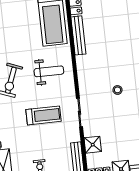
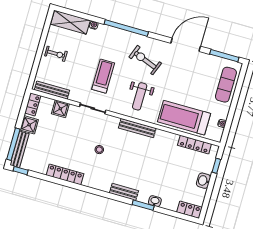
bench: (78, 35) -> (137, 128), moved
treadmill: (44, 115) -> (103, 76), turned 180

